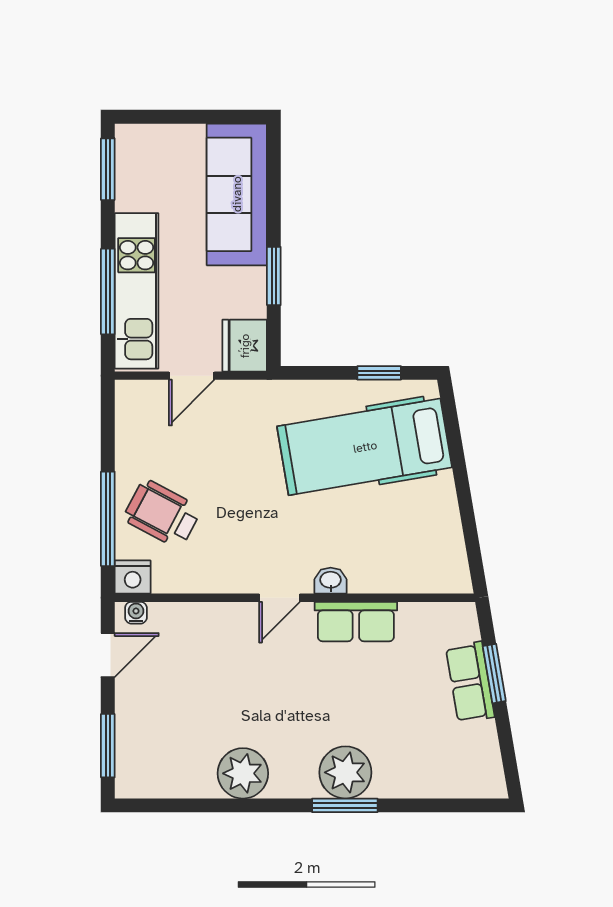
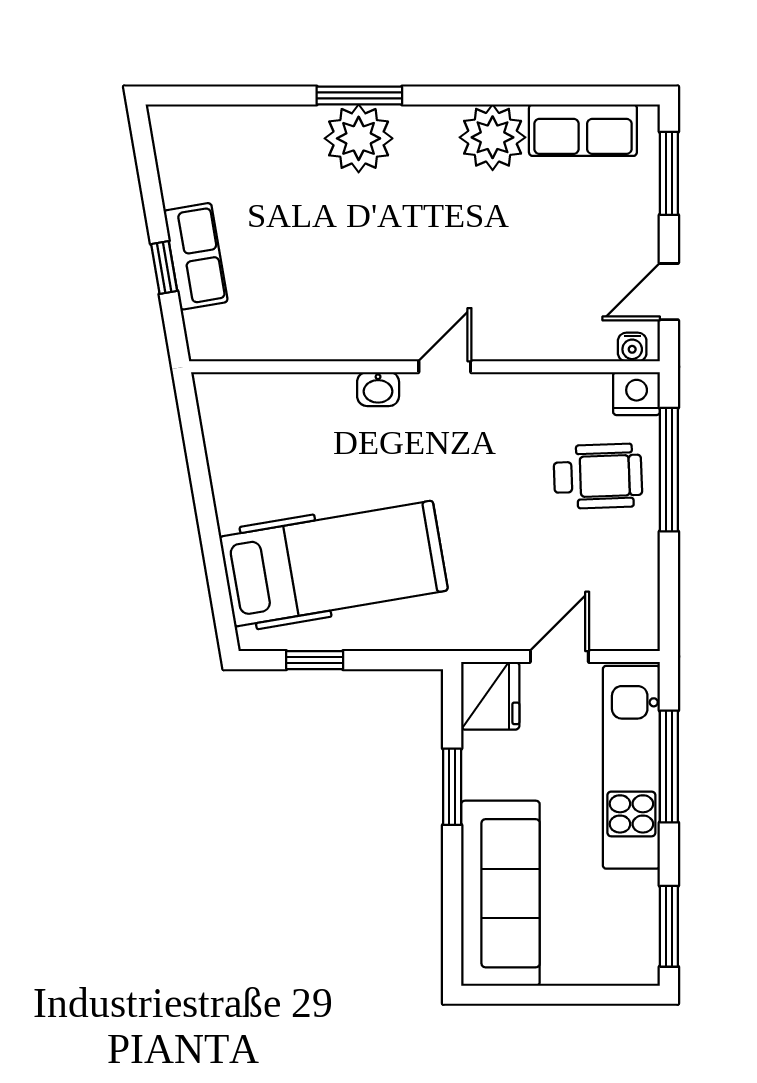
wheelchair: (162, 514) -> (598, 476), turned -30
row of seats: (356, 622) -> (583, 130), moved, turned 180
window: (494, 674) -> (164, 268), width x0.67

